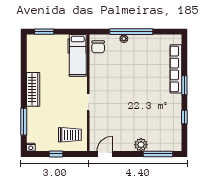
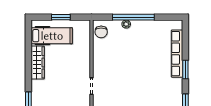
window: (44, 32) -> (61, 17), moved
hospital bed: (78, 55) -> (52, 36), moved, turned -90
wardrobe: (33, 89) -> (38, 62), moved

